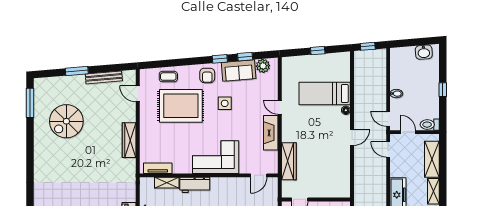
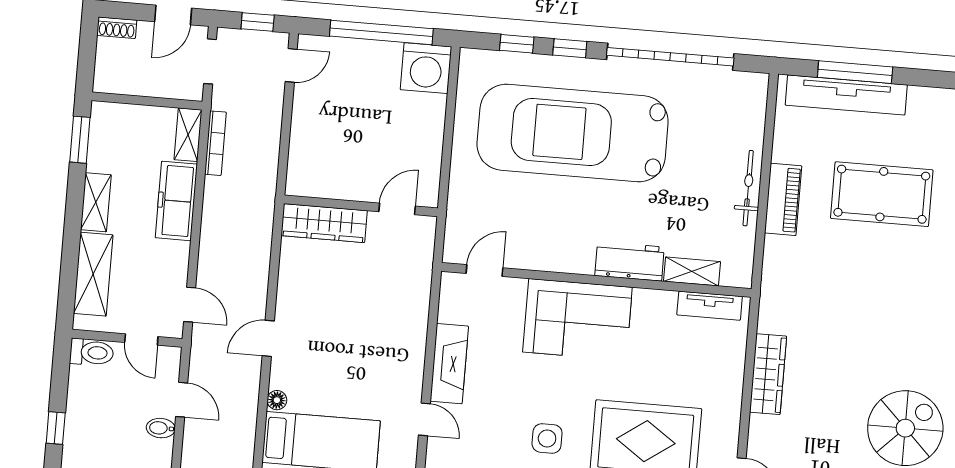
door: (388, 119) -> (182, 400), moved
wardrobe: (289, 161) -> (324, 223), moved, turned -90

